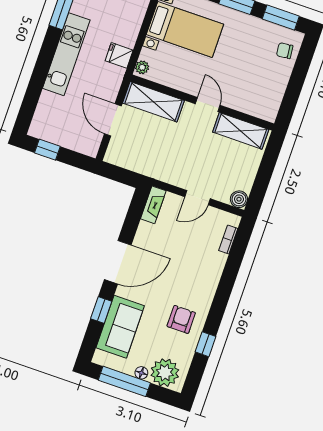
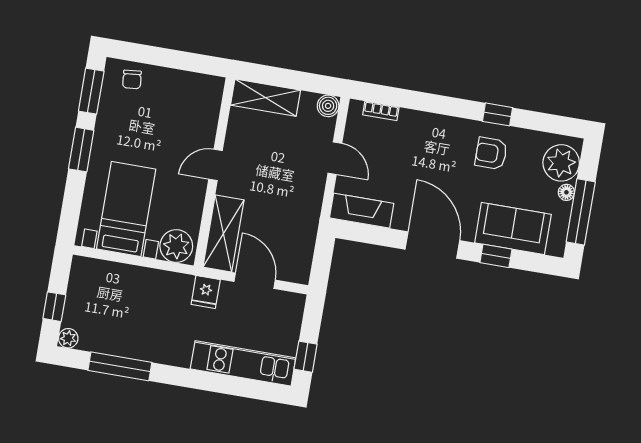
kitchen unit: (66, 54) -> (243, 363), moved
fridge: (119, 55) -> (206, 292), moved
plant: (142, 67) -> (176, 246), width x1.87, depth x1.87
door: (113, 120) -> (255, 281), swing flipped
shelving: (241, 131) -> (266, 98), moved, turned 90
fireplace: (153, 205) -> (362, 211), width x1.37, depth x1.32
window: (206, 344) -> (498, 114), moved

